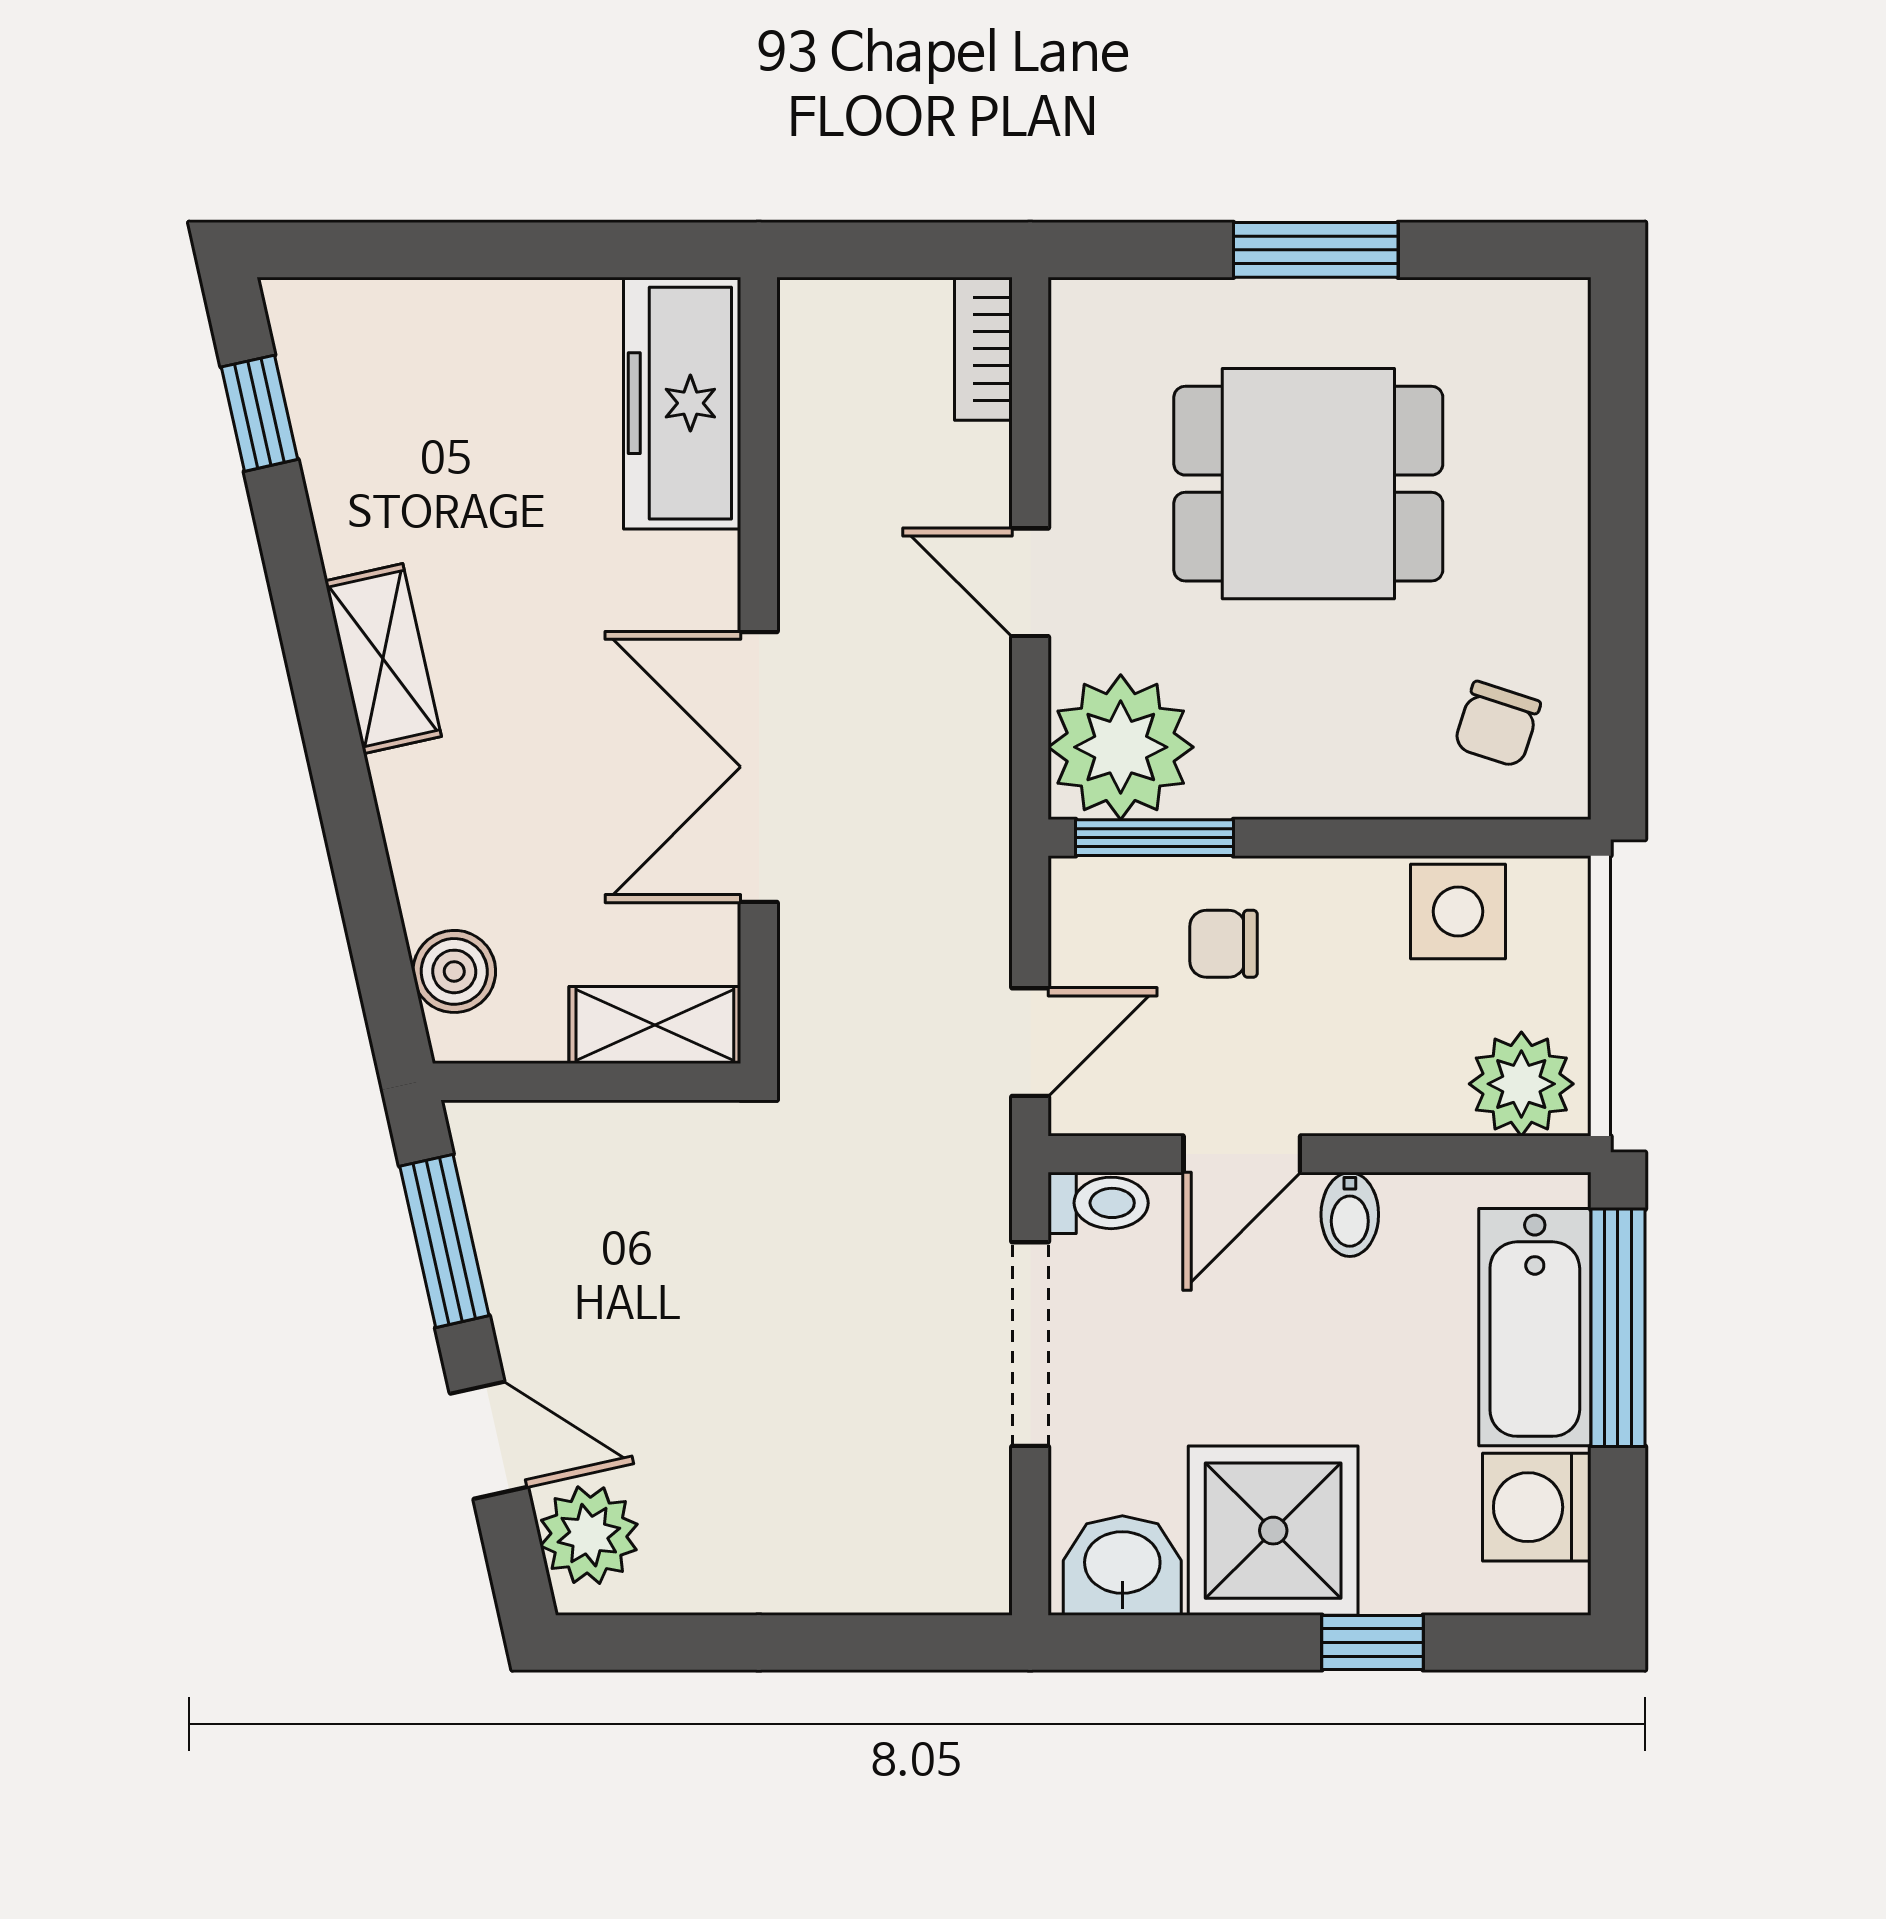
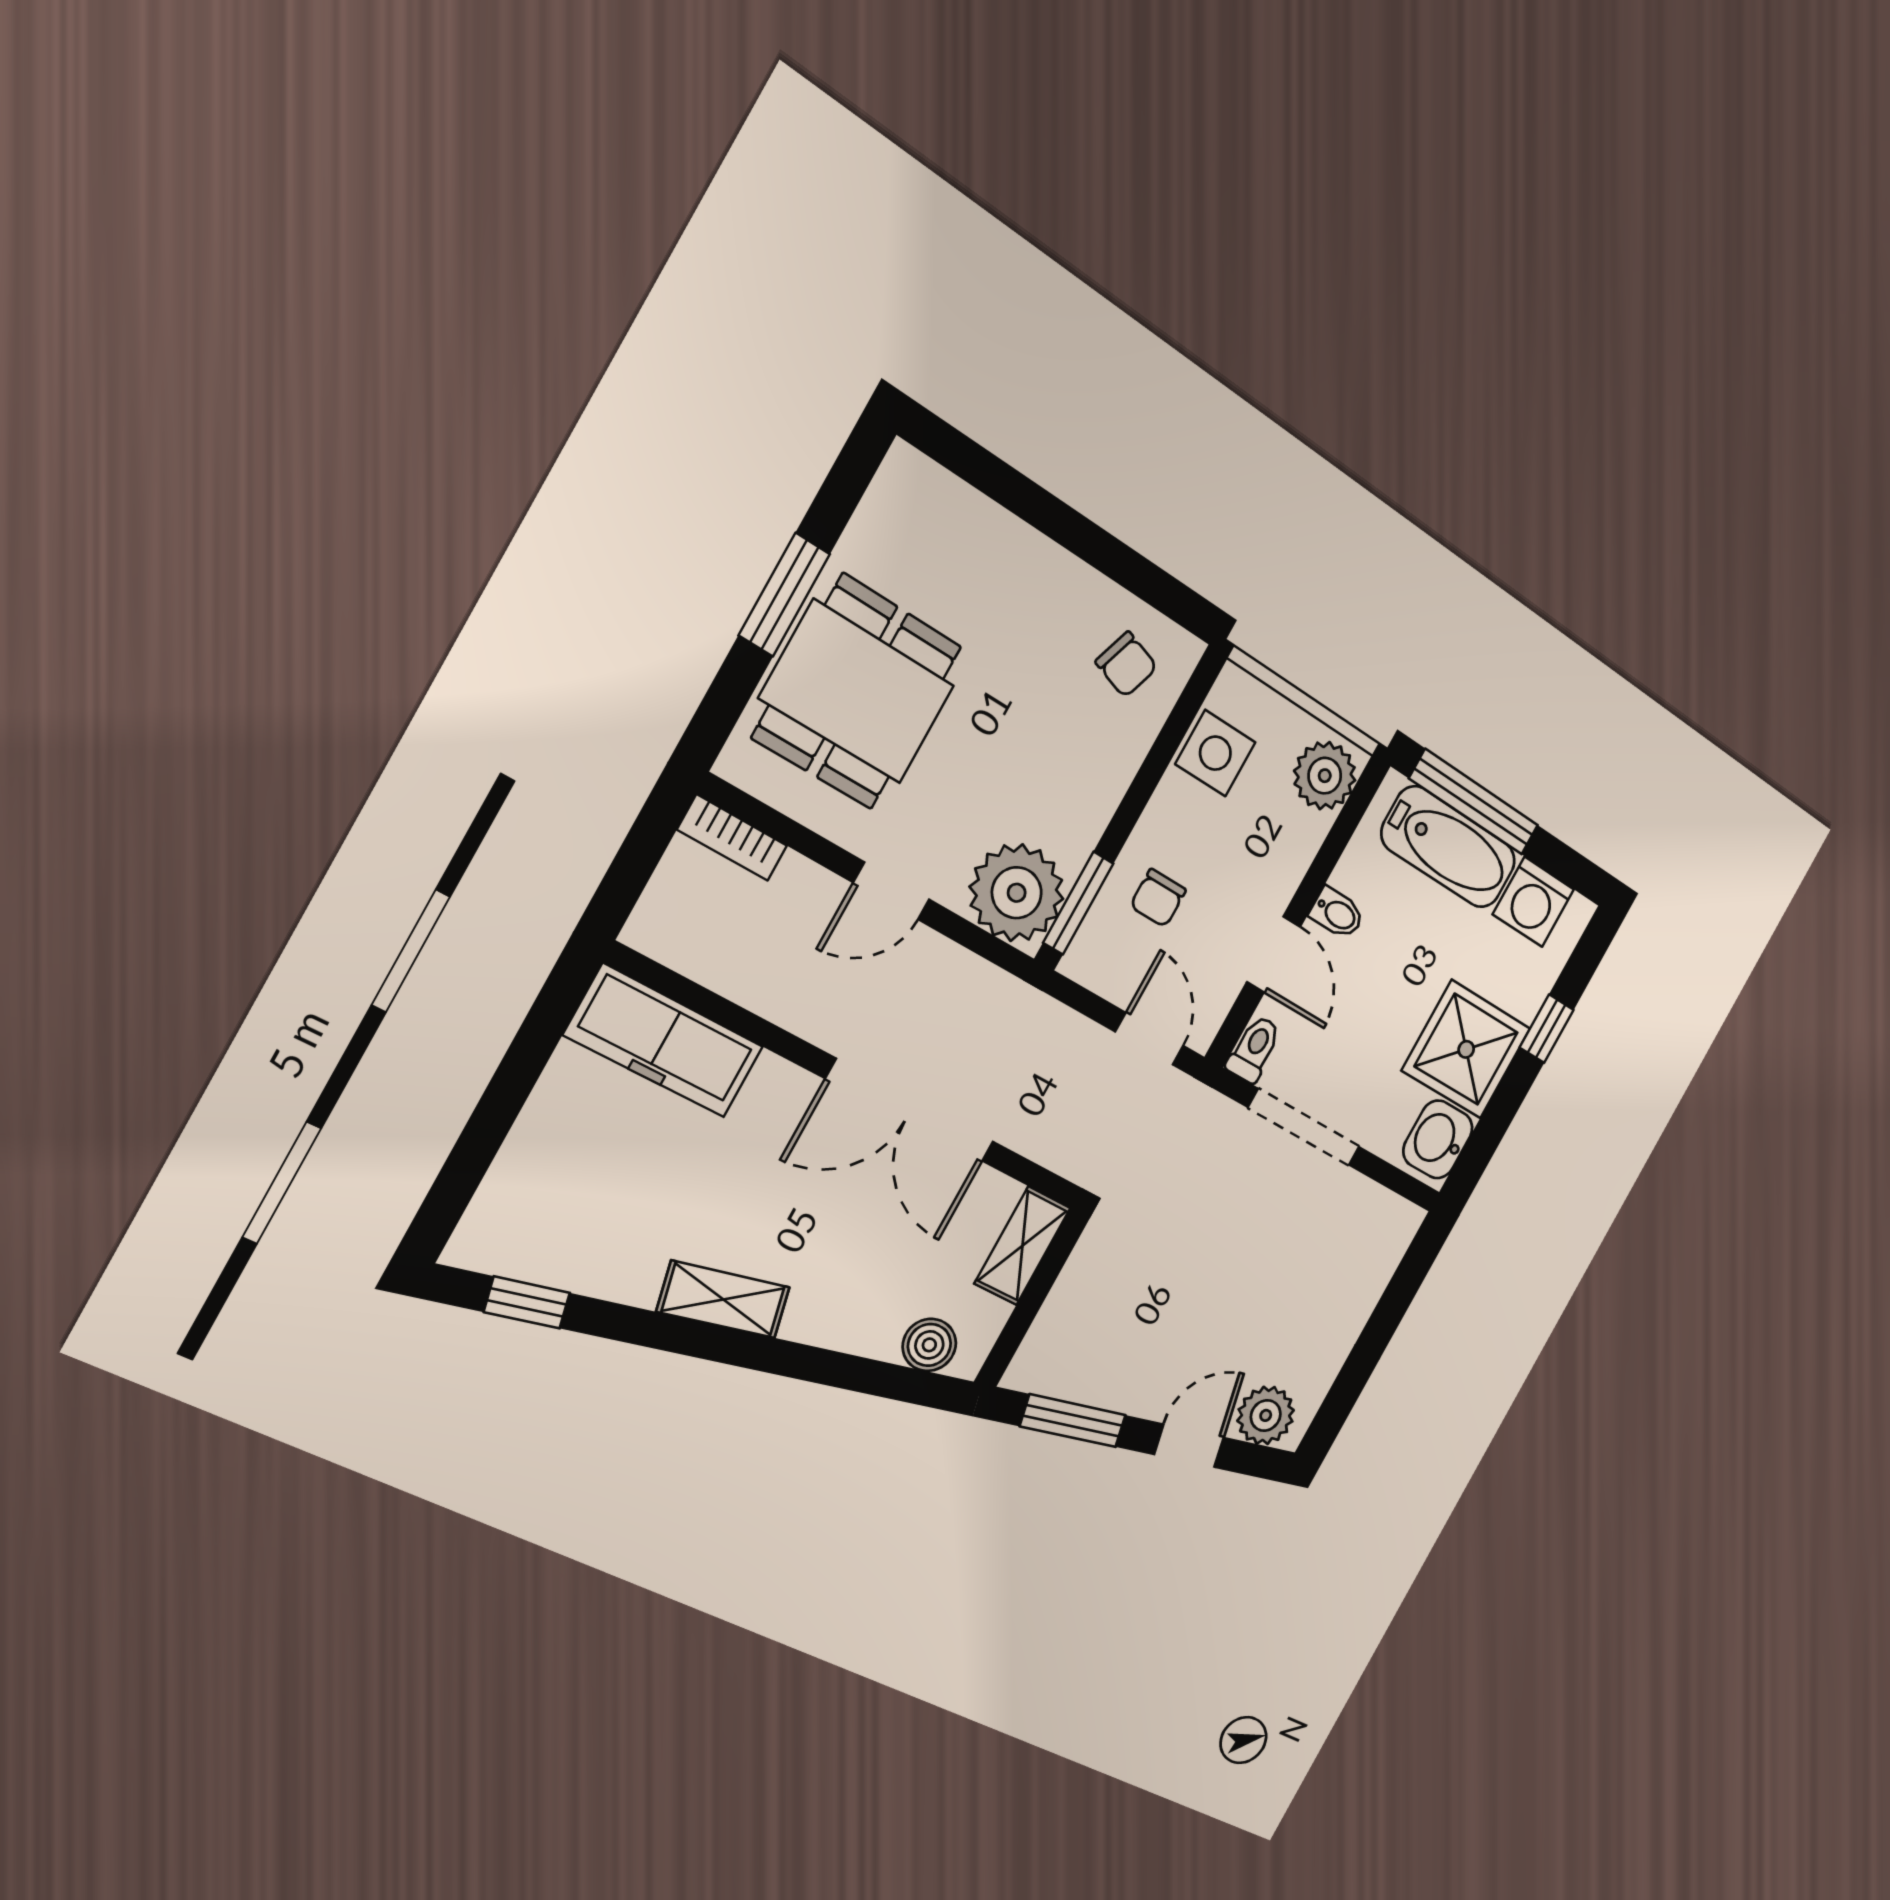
dining table: (1308, 484) -> (857, 692), moved

